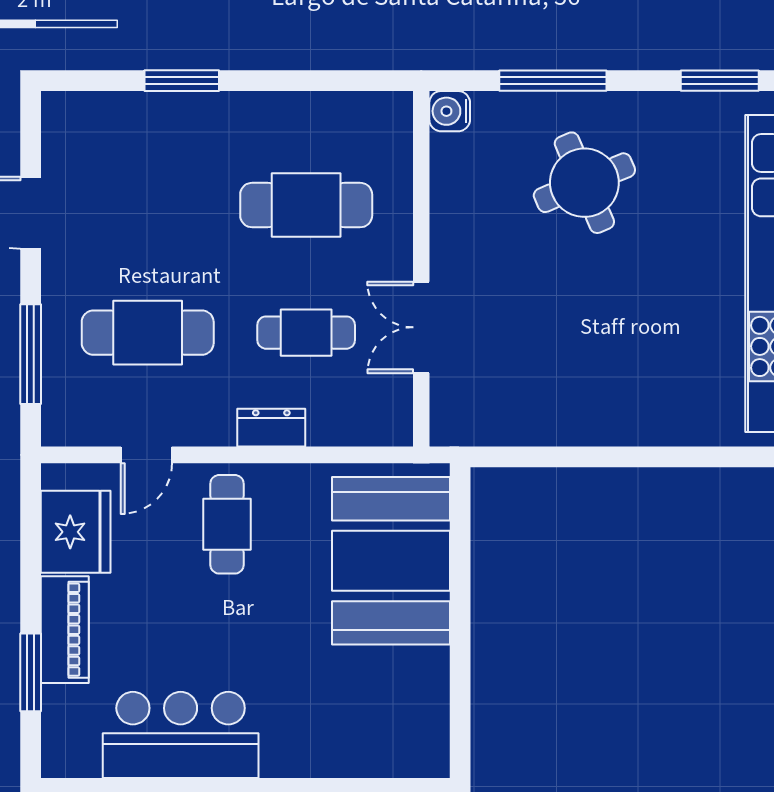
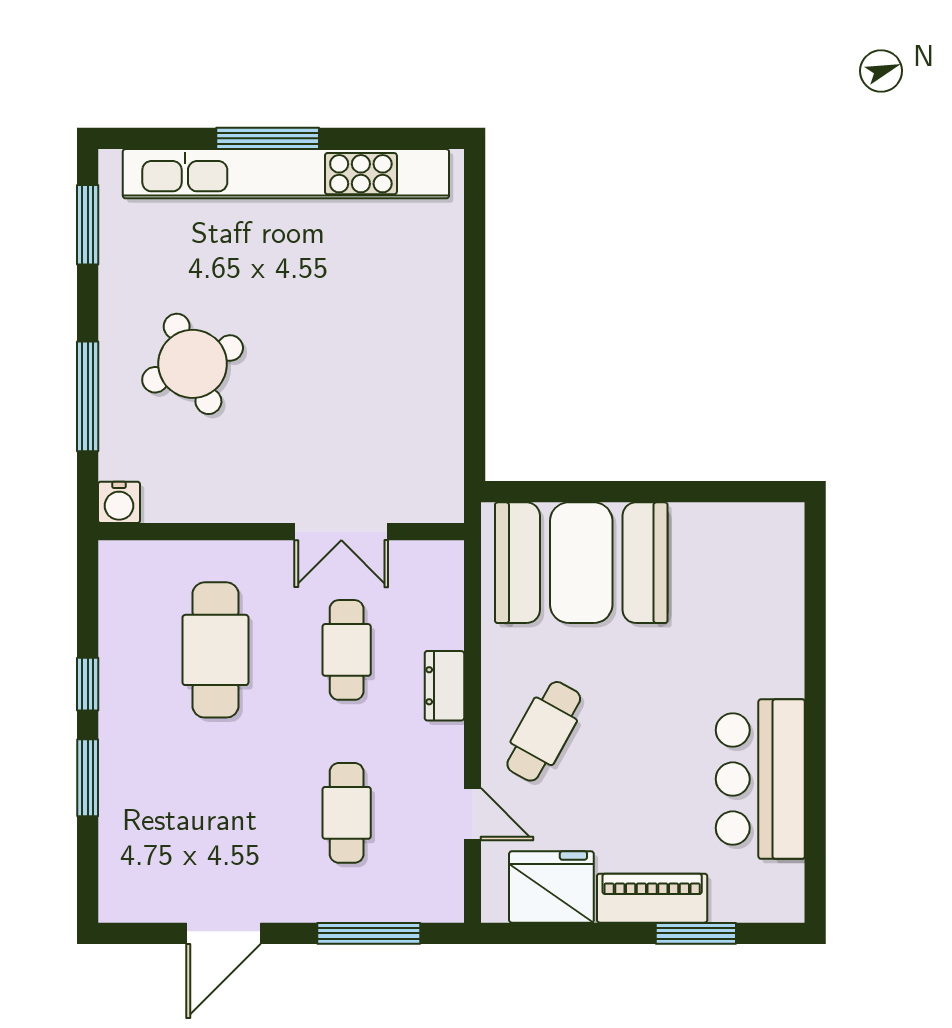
window: (273, 81) -> (88, 684), added
cafe table: (148, 333) -> (347, 813), width x0.73, depth x0.74
cafe table: (227, 524) -> (544, 731), turned -61

